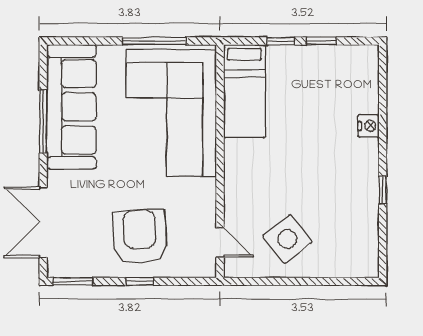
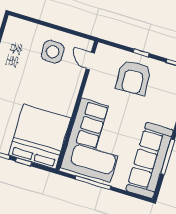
bed: (244, 91) -> (40, 137), width x2.04
side table: (287, 239) -> (53, 52), turned 38

